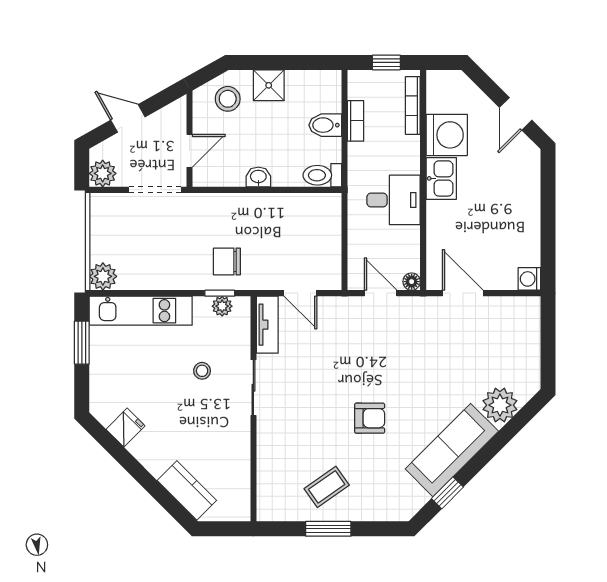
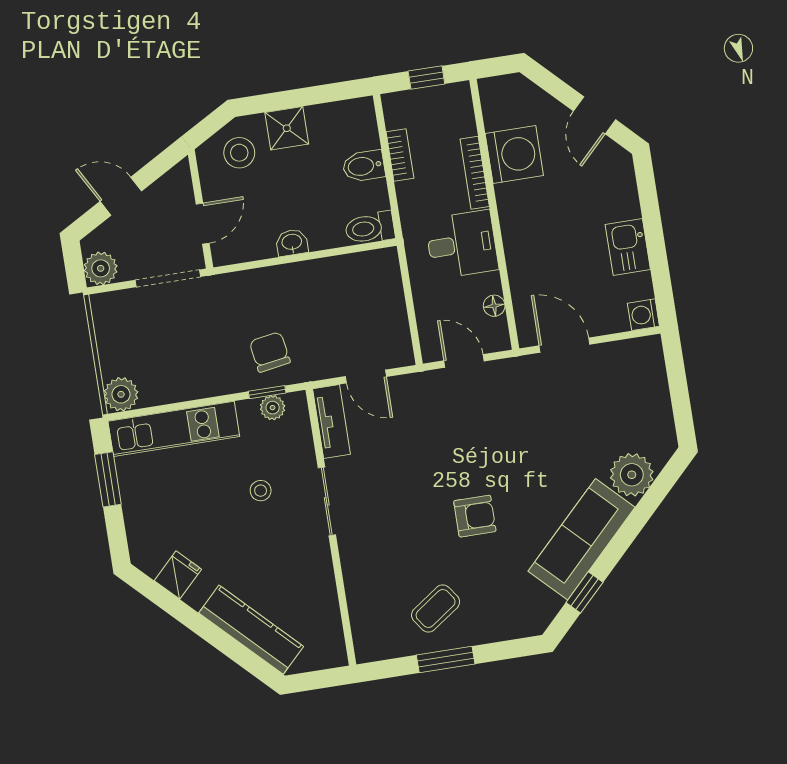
bookcase: (413, 106) -> (475, 173), moved
kitchen sink: (441, 178) -> (628, 247), moved, turned 180
chair: (227, 261) -> (270, 352), turned 81
floor lamp: (412, 282) -> (494, 306), moved
kitchen counter: (187, 490) -> (251, 630), width x1.50

